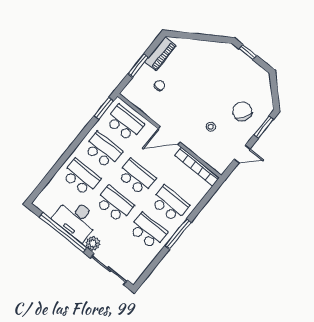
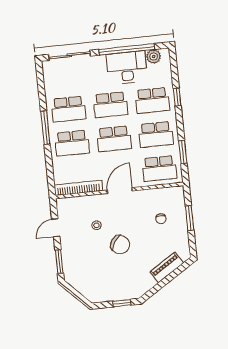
piano: (160, 54) -> (167, 267), moved, turned 57
window: (104, 108) -> (183, 152), moved
chair: (242, 111) -> (120, 245), moved
window: (61, 162) -> (177, 97), added
plant: (93, 244) -> (154, 56), moved

